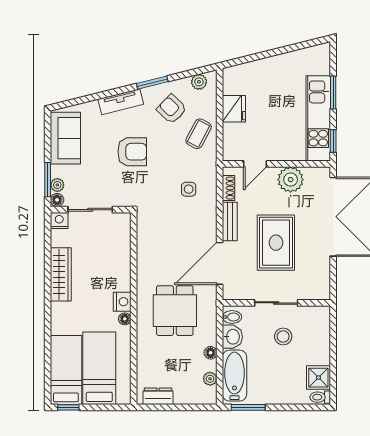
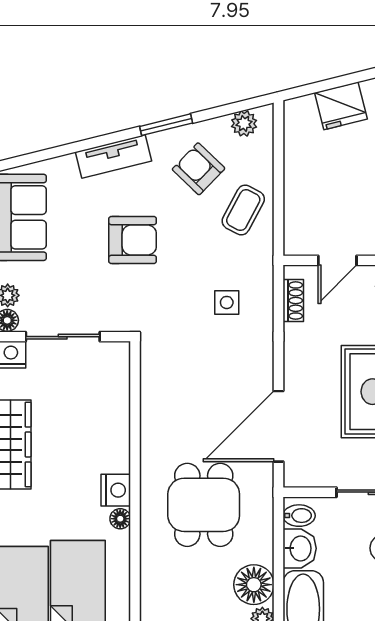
fridge: (234, 109) -> (341, 106), moved, turned 76
bench: (230, 221) -> (295, 356), removed
floor lamp: (211, 353) -> (254, 585), width x1.89, depth x1.89

